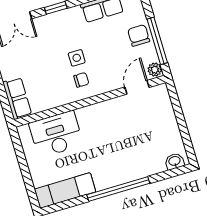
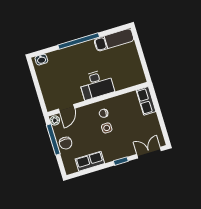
desk: (56, 134) -> (96, 84), moved

